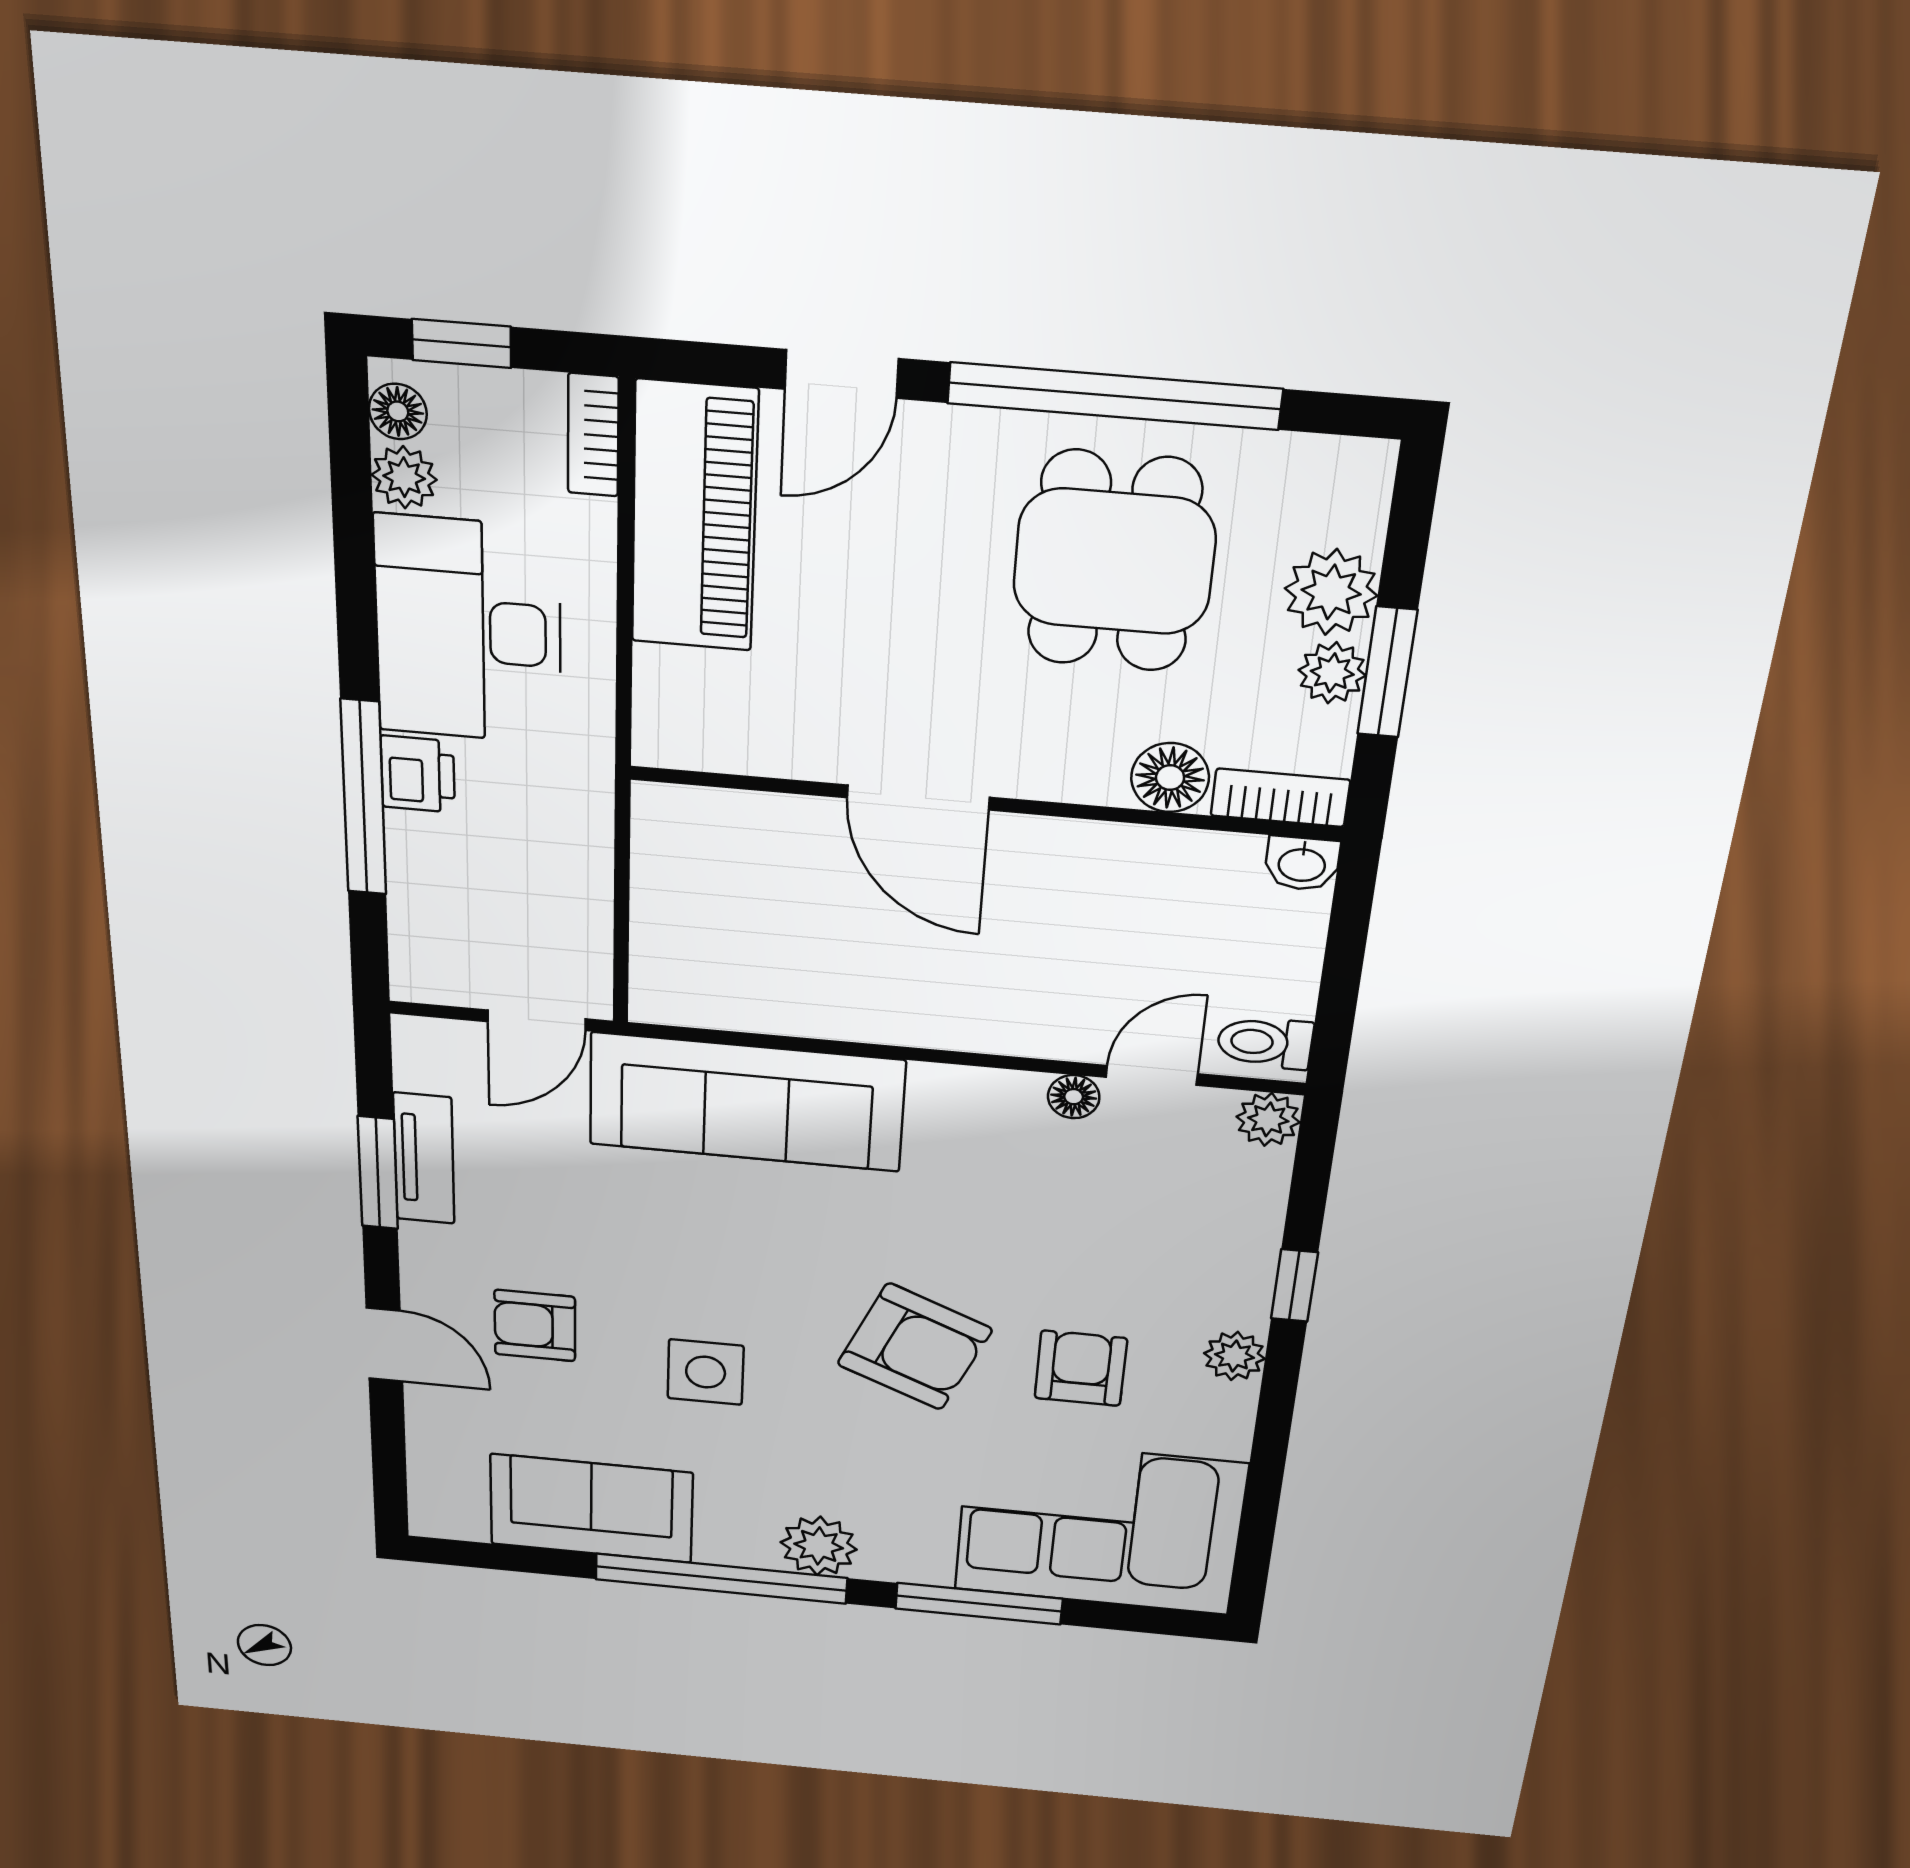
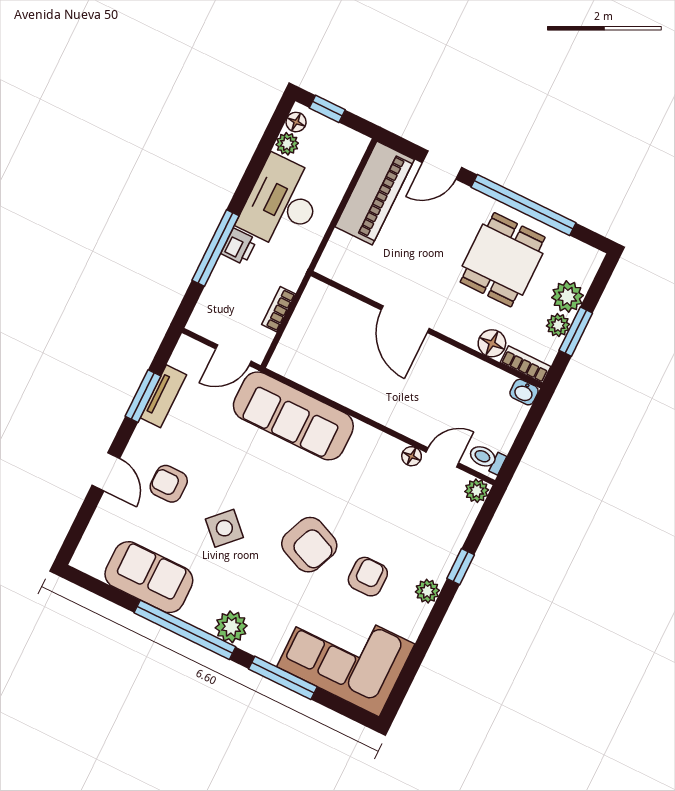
bookcase: (593, 435) -> (279, 309), moved
side table: (706, 1372) -> (224, 528), turned 45

